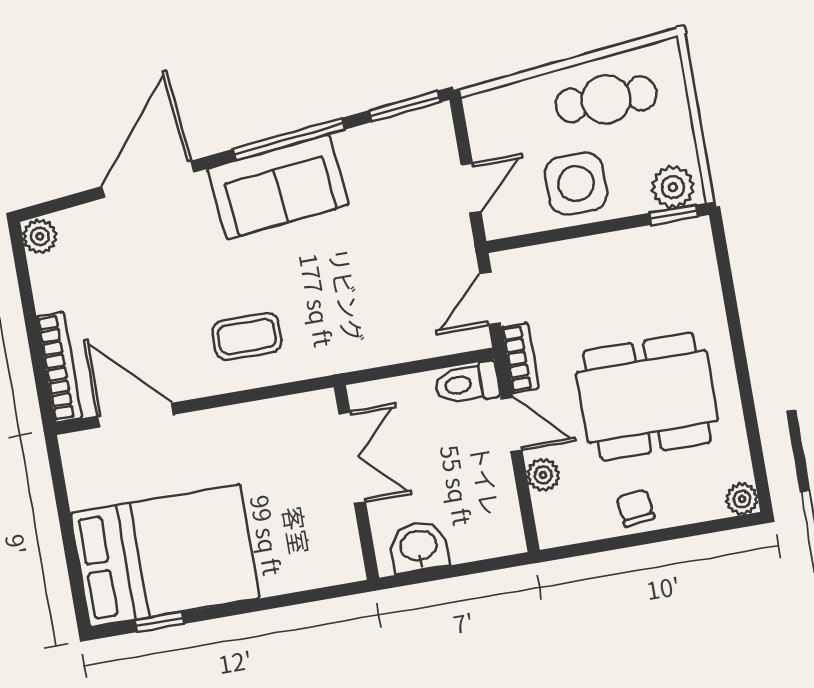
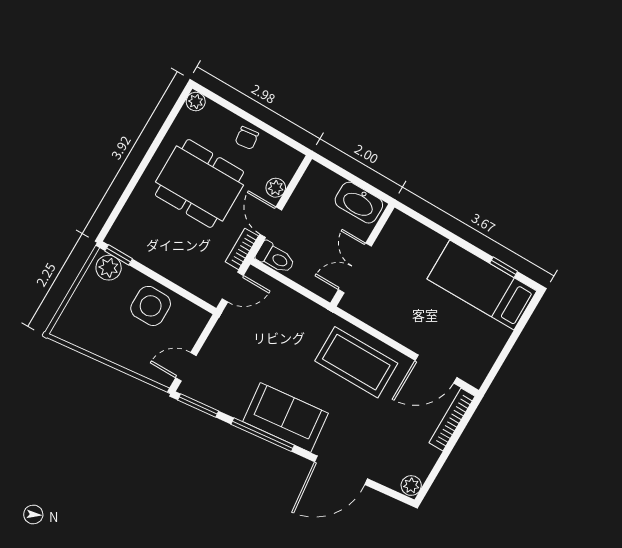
cafe table: (606, 99) -> (105, 332), removed
door: (471, 188) -> (186, 367), moved
coffee table: (247, 336) -> (356, 362), width x1.86, depth x1.72
door: (136, 415) -> (436, 369), hinge flipped
washbasin: (419, 547) -> (359, 203), width x1.38
bed: (165, 556) -> (482, 285), width x0.67

